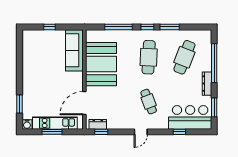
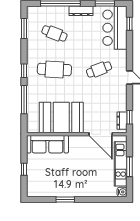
window: (170, 27) -> (24, 29), moved
cafe table: (184, 57) -> (54, 33), width x0.73, depth x0.74
window: (20, 104) -> (65, 199), moved
window: (179, 132) -> (130, 24), moved

